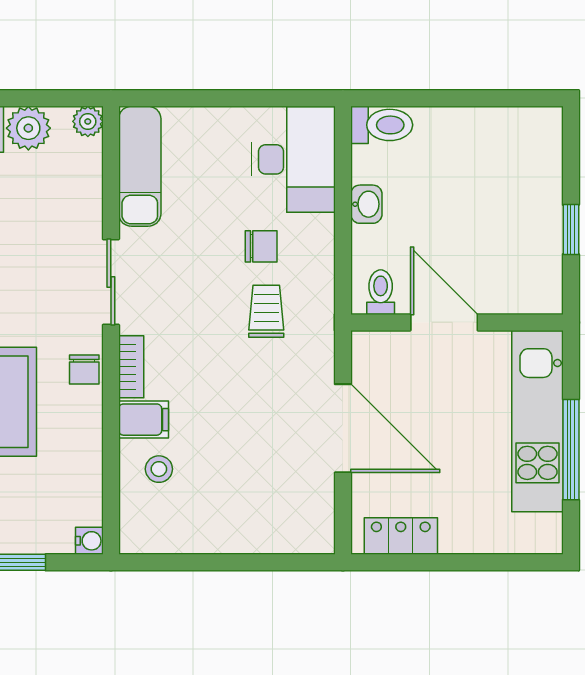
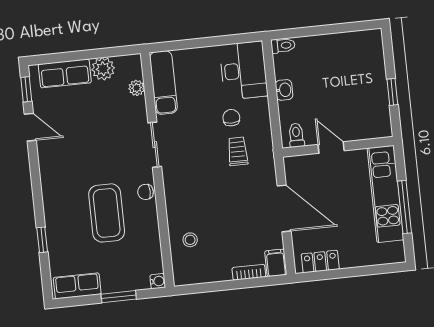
plant: (88, 121) -> (137, 88), moved
toilet: (382, 125) -> (283, 46), width x0.73, depth x0.72
chair: (261, 246) -> (231, 118), turned -90
door: (444, 322) -> (331, 148), width x0.73
bookcase: (131, 367) -> (249, 272), moved, turned -90
chair: (84, 370) -> (146, 192), turned 90
filing cabinet: (144, 420) -> (276, 263), moved, turned -90

